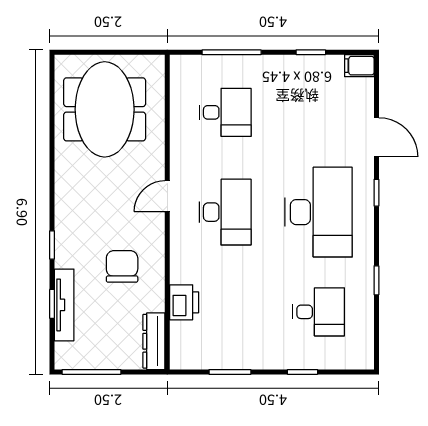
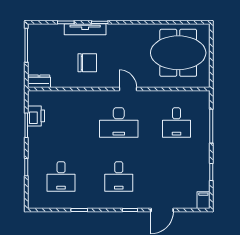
desk: (319, 212) -> (119, 177), width x0.53, depth x0.77
printer: (184, 302) -> (36, 116), moved, turned -90
tv unit: (64, 305) -> (85, 29), moved
dresser: (154, 341) -> (39, 81), width x0.70

